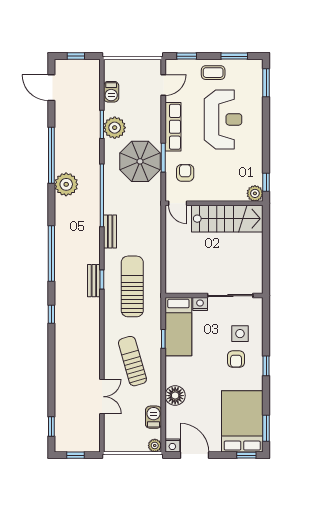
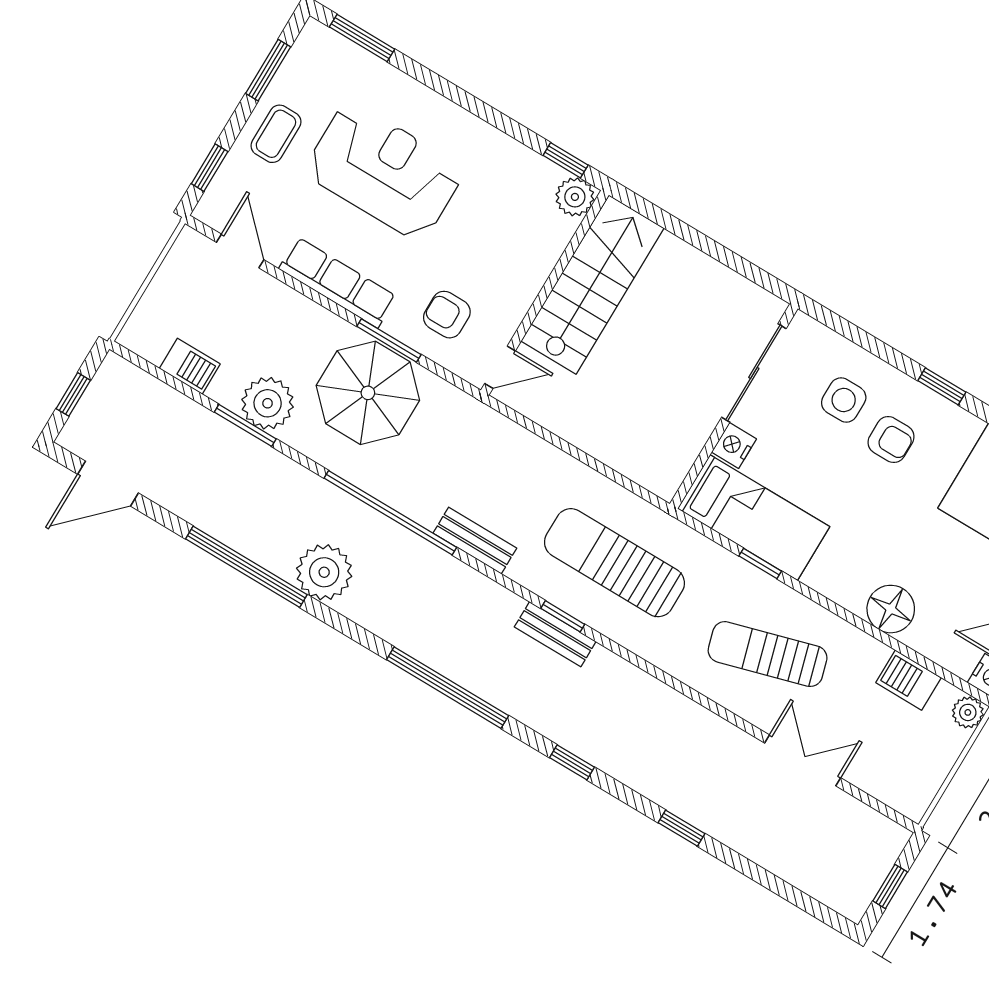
window: (51, 427) -> (681, 828), moved

